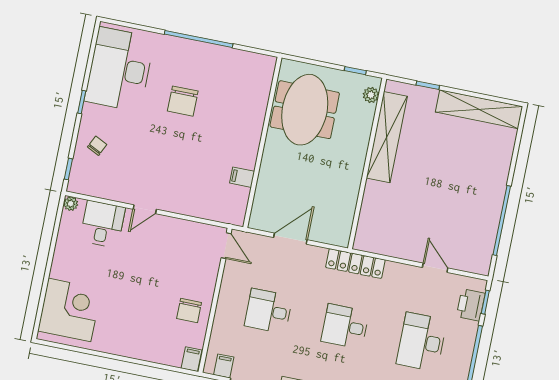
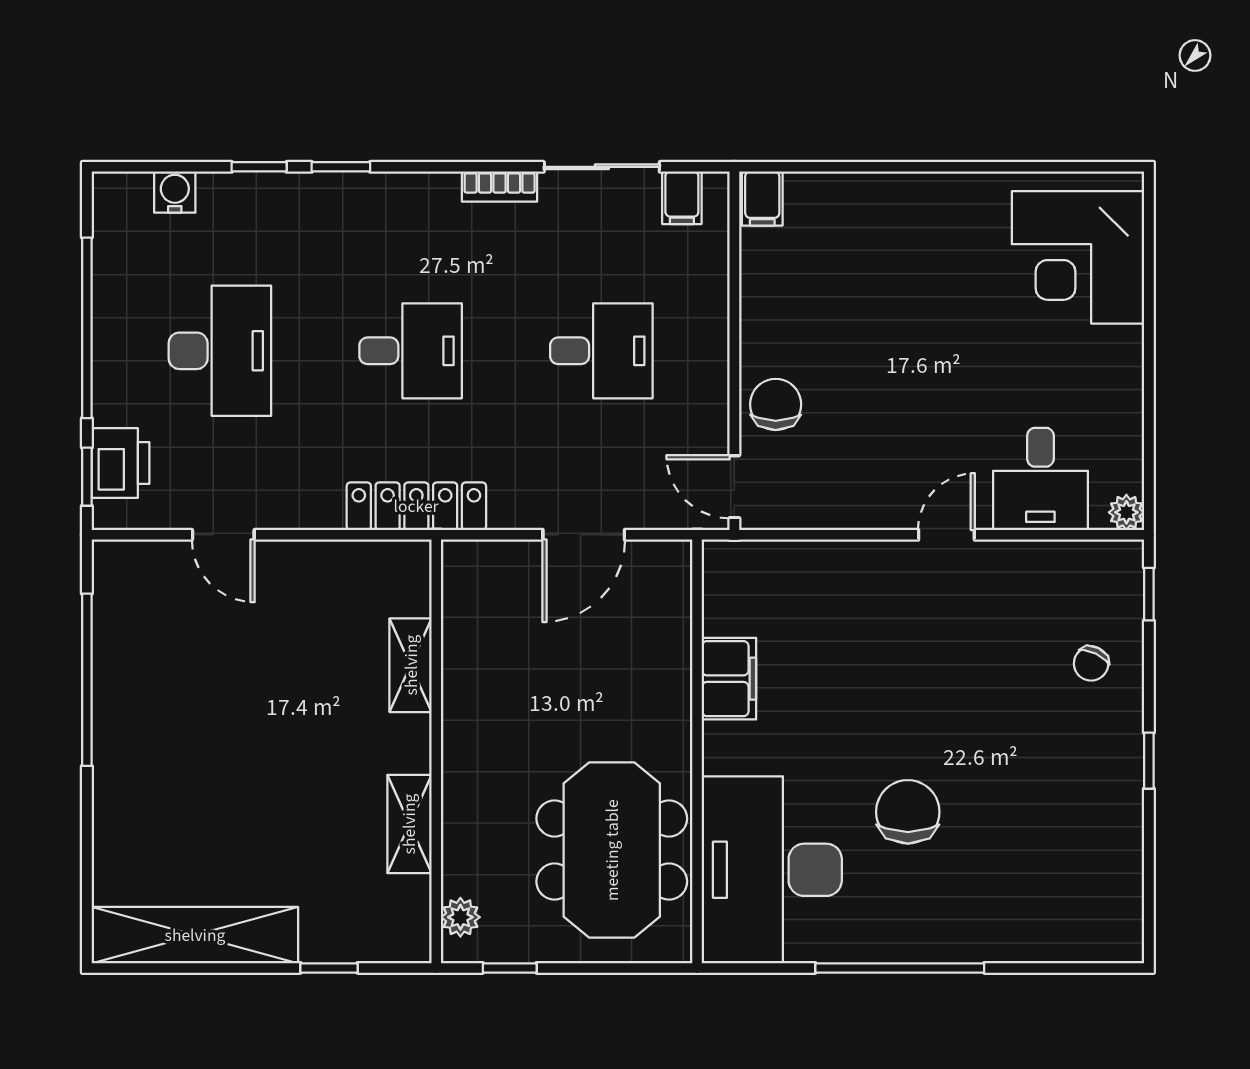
desk: (120, 69) -> (772, 870), moved, turned 180
shelving: (387, 137) -> (409, 824), width x0.45, depth x0.75
filing cabinet: (242, 177) -> (729, 679), width x2.00
shelving: (371, 200) -> (411, 665), added
chair: (189, 311) -> (776, 404), moved

